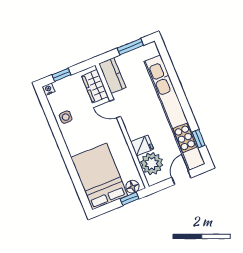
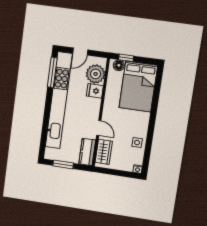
window: (61, 75) -> (122, 174), removed
window: (199, 139) -> (52, 72), width x2.17

